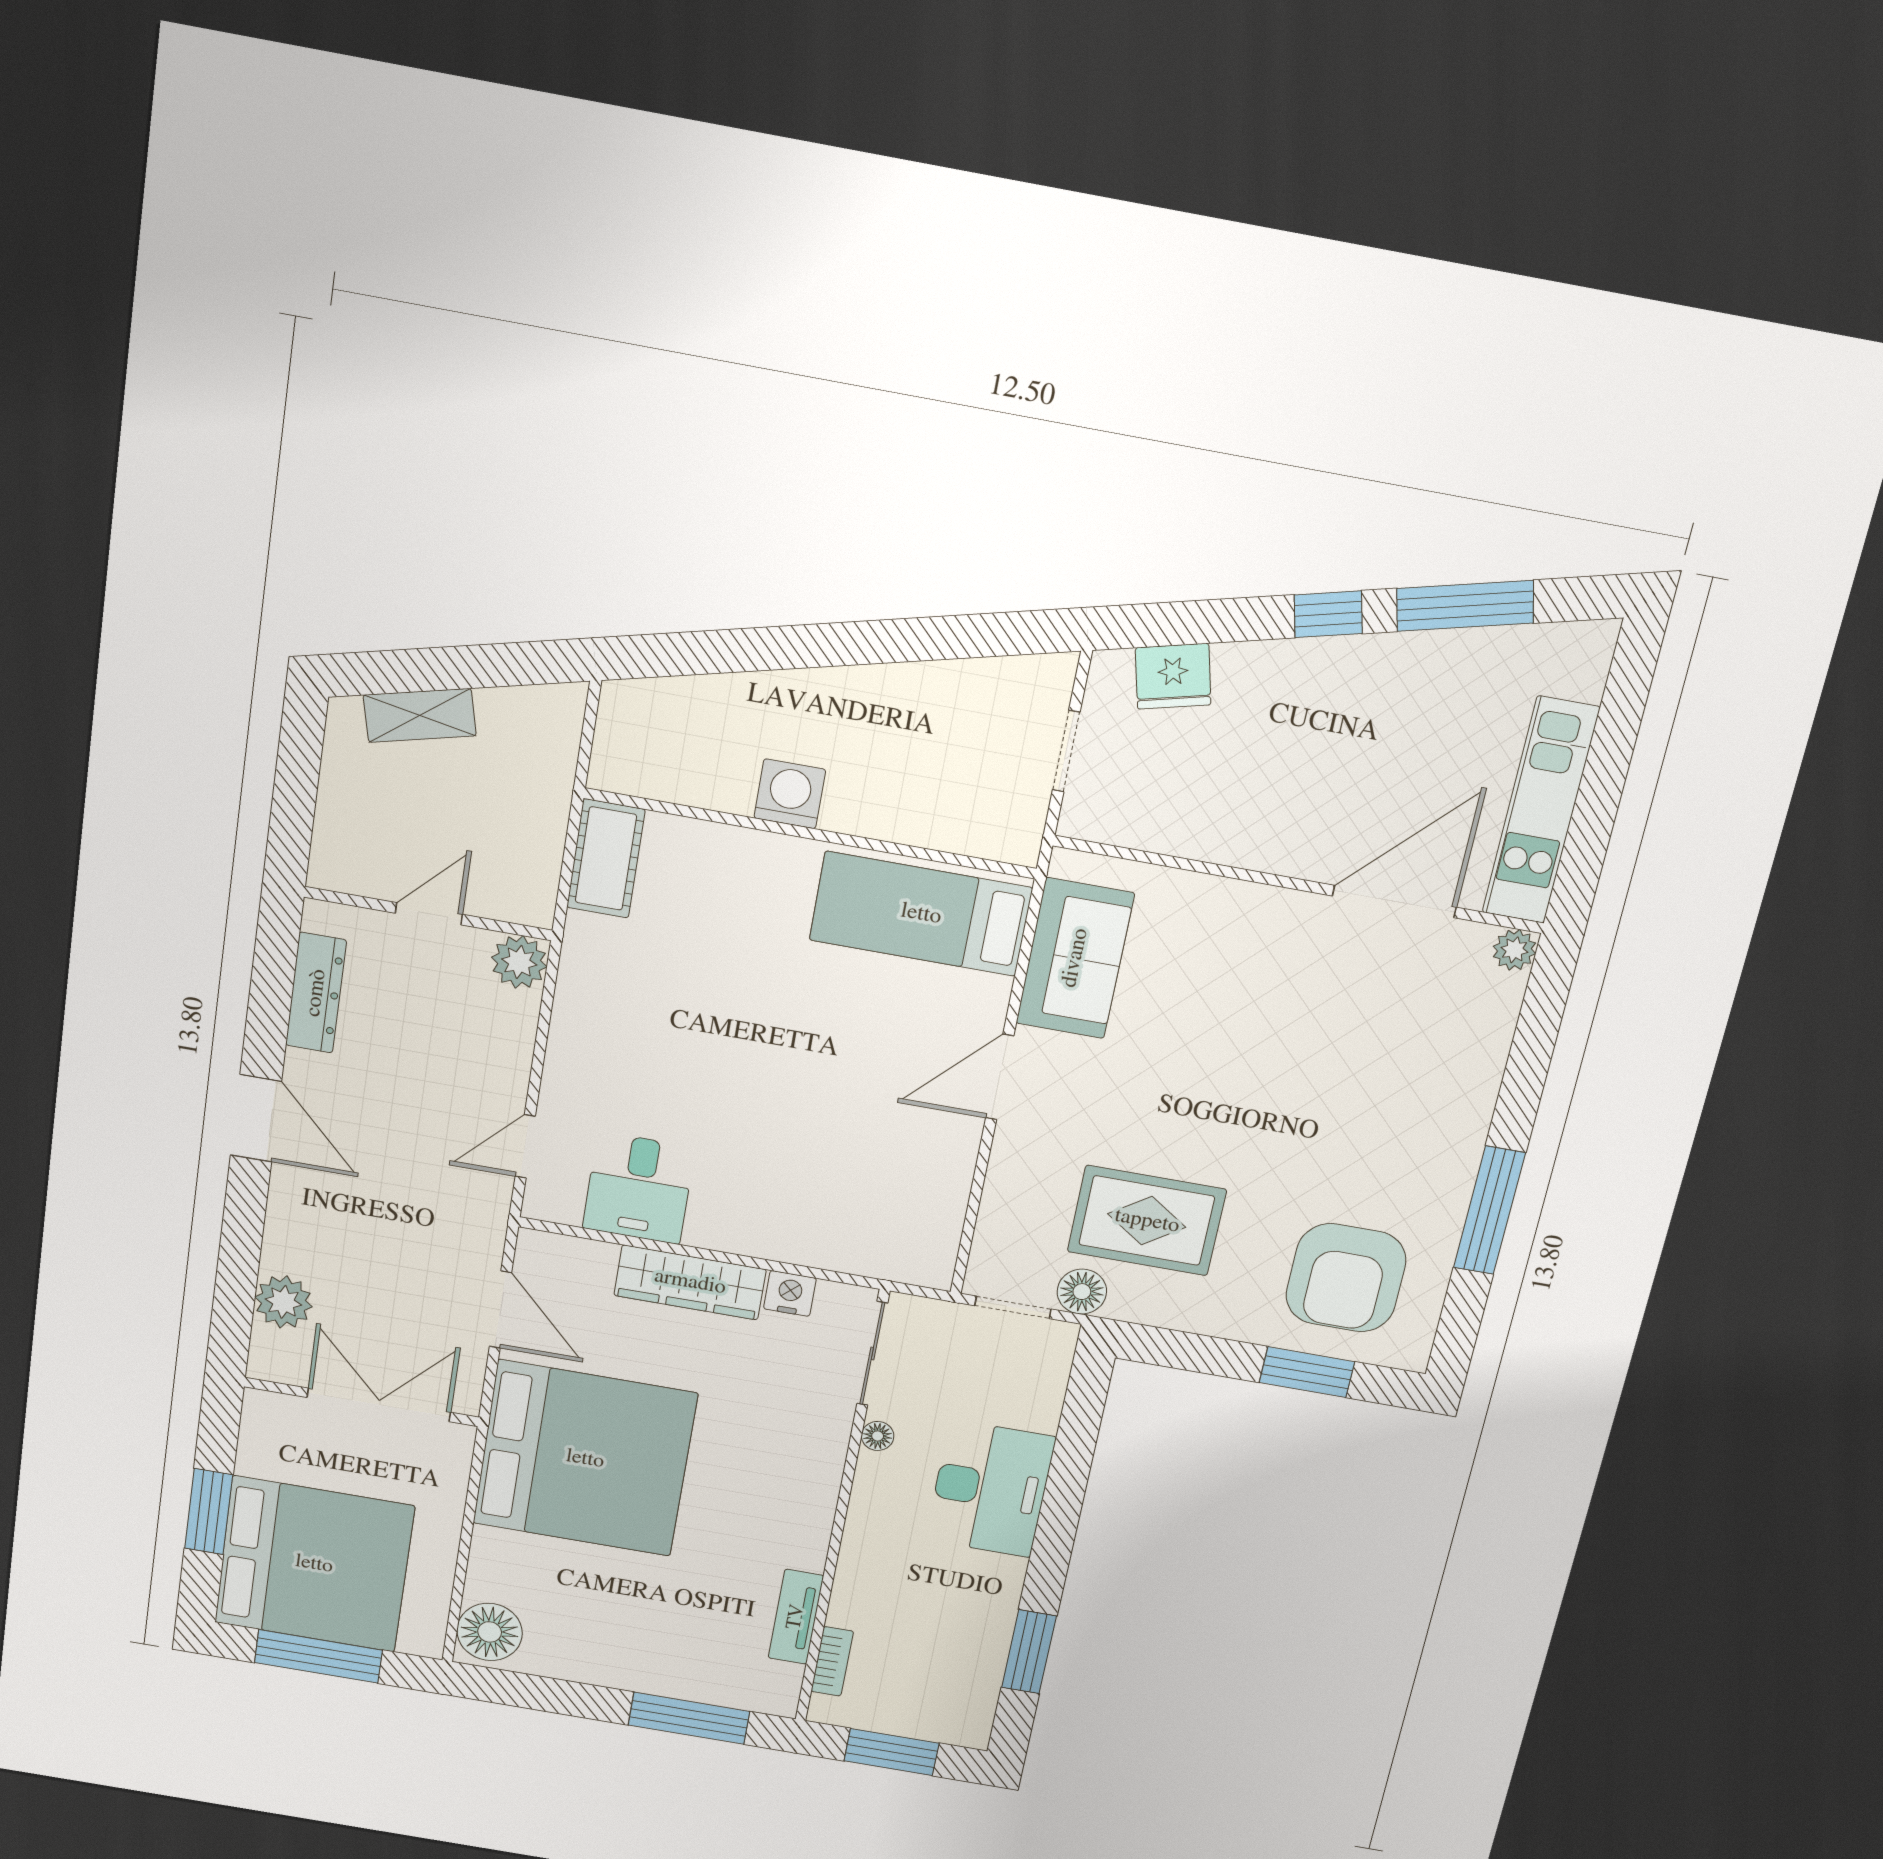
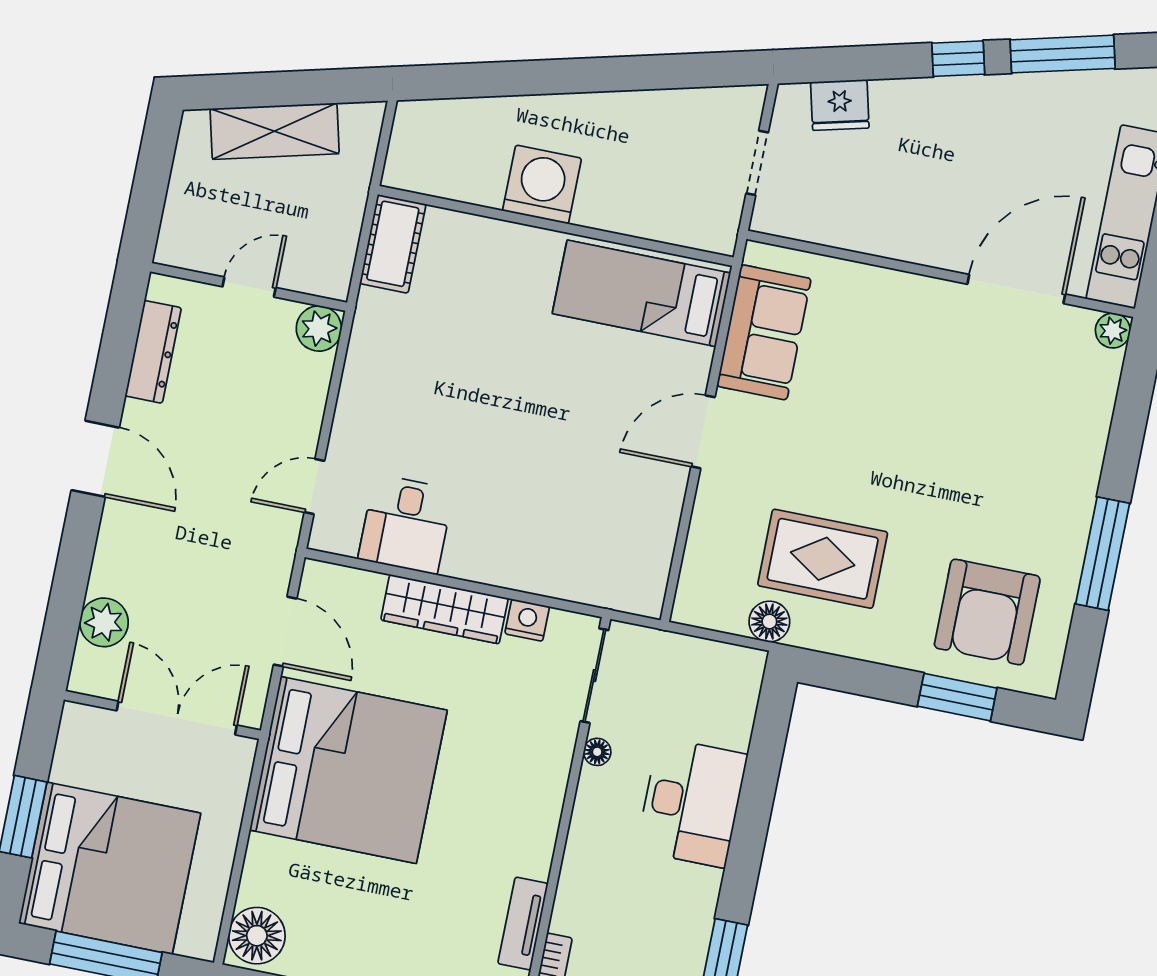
shelving: (420, 715) -> (275, 131), width x1.50, depth x1.33
washing machine: (790, 794) -> (542, 185), width x1.37, depth x1.37
doorway: (1013, 1307) -> (712, 635), removed

